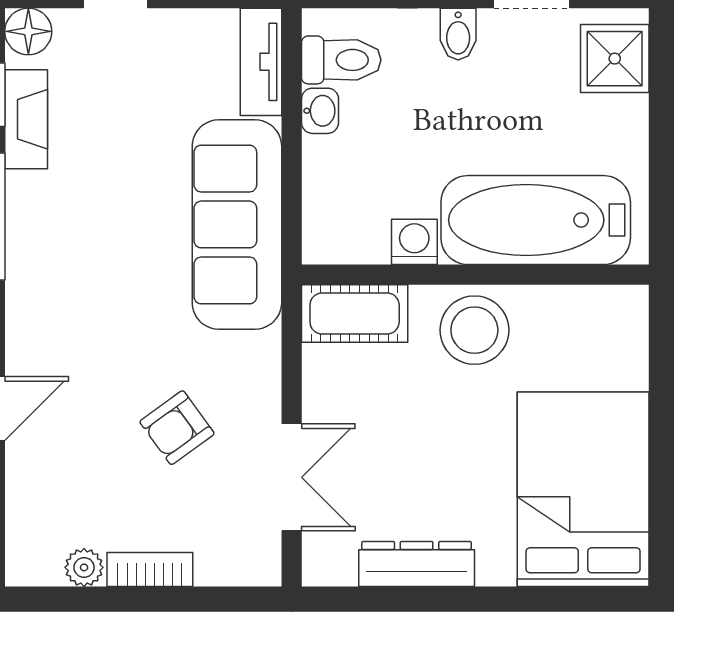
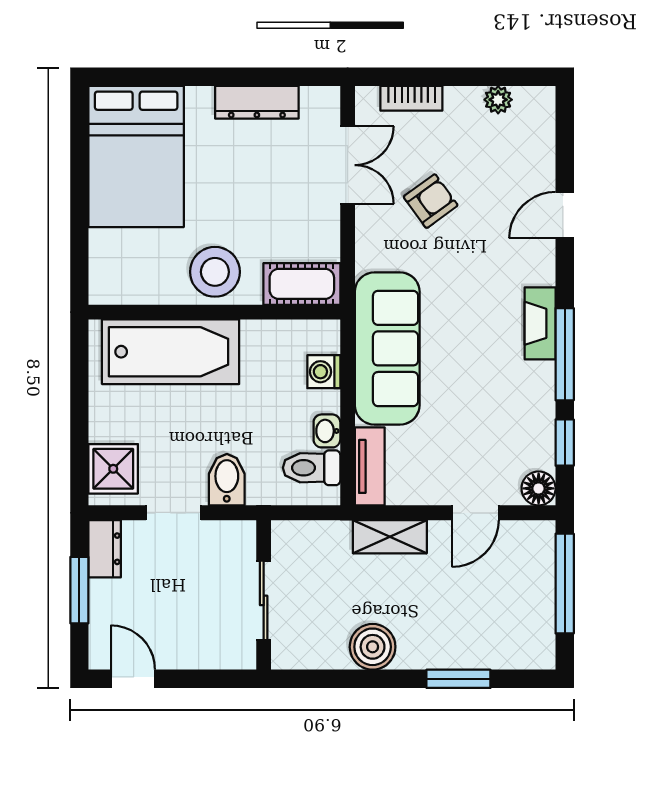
bidet: (458, 34) -> (227, 480), width x1.38, depth x1.36
fireplace: (26, 119) -> (540, 323), moved
washing machine: (414, 242) -> (324, 372), moved, turned 90
double door: (292, 477) -> (348, 165), swing flipped
bookcase: (150, 569) -> (411, 98), moved

